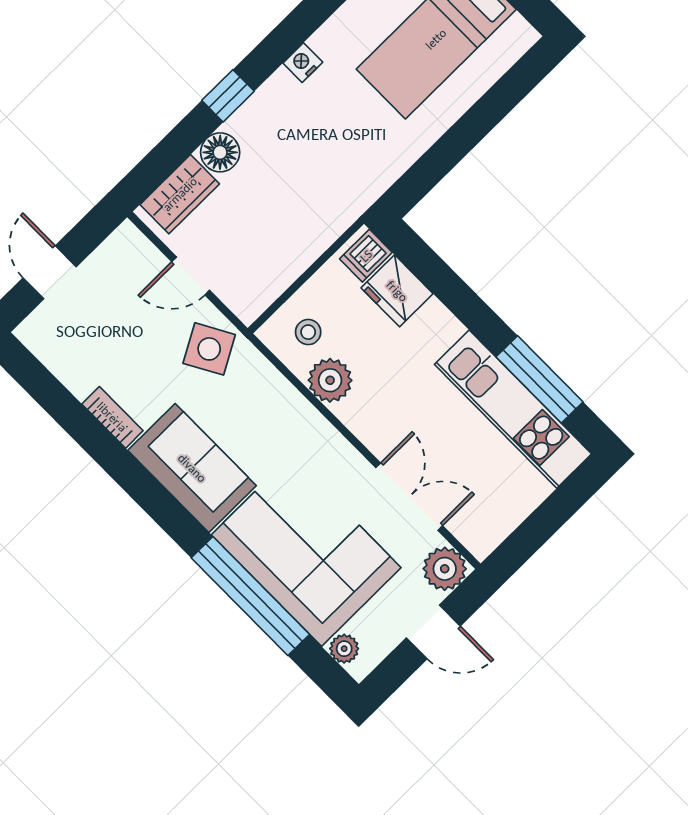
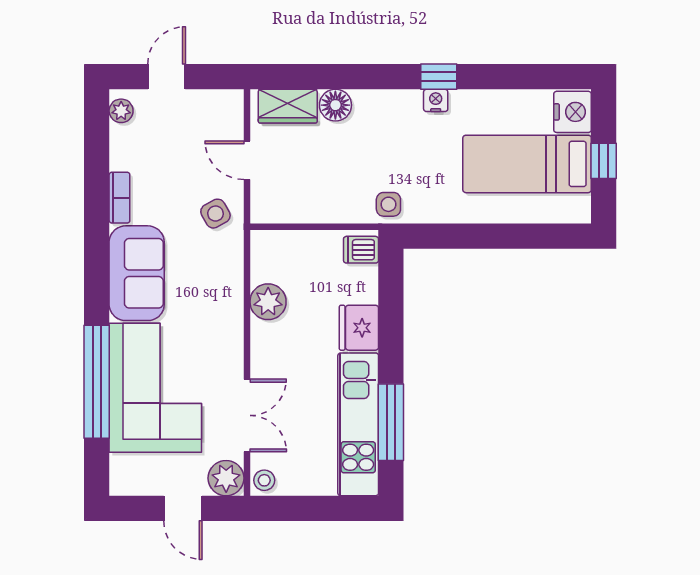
window: (228, 96) -> (439, 77), moved
side table: (351, 193) -> (388, 204), added
fridge: (397, 291) -> (359, 328), moved
stool: (308, 332) -> (264, 480), moved
side table: (209, 349) -> (215, 214), width x0.73, depth x0.73
plant: (344, 649) -> (121, 111), moved

